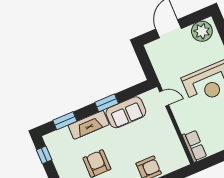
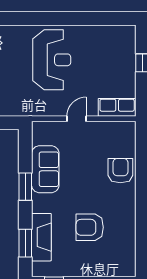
door: (164, 98) -> (77, 119), moved
fireplace: (89, 125) -> (41, 237), moved

